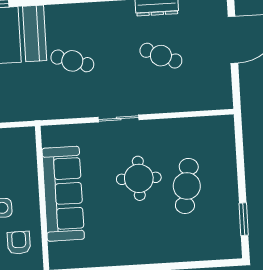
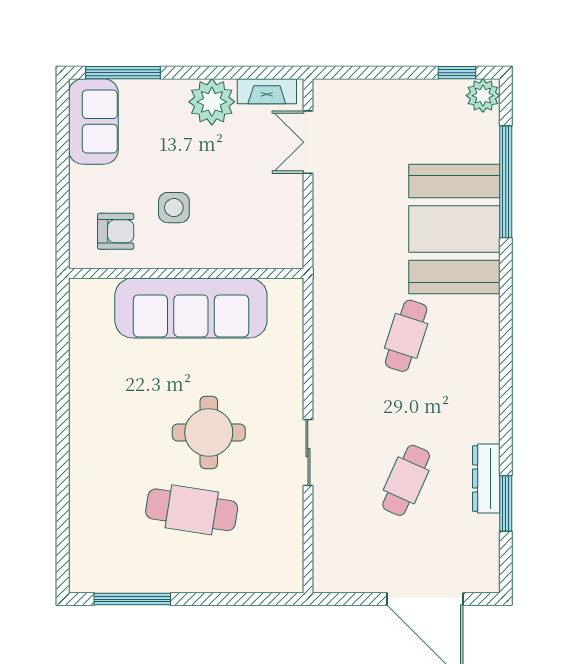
sliding door: (119, 118) -> (308, 453), moved
window: (244, 219) -> (132, 599), width x1.44

